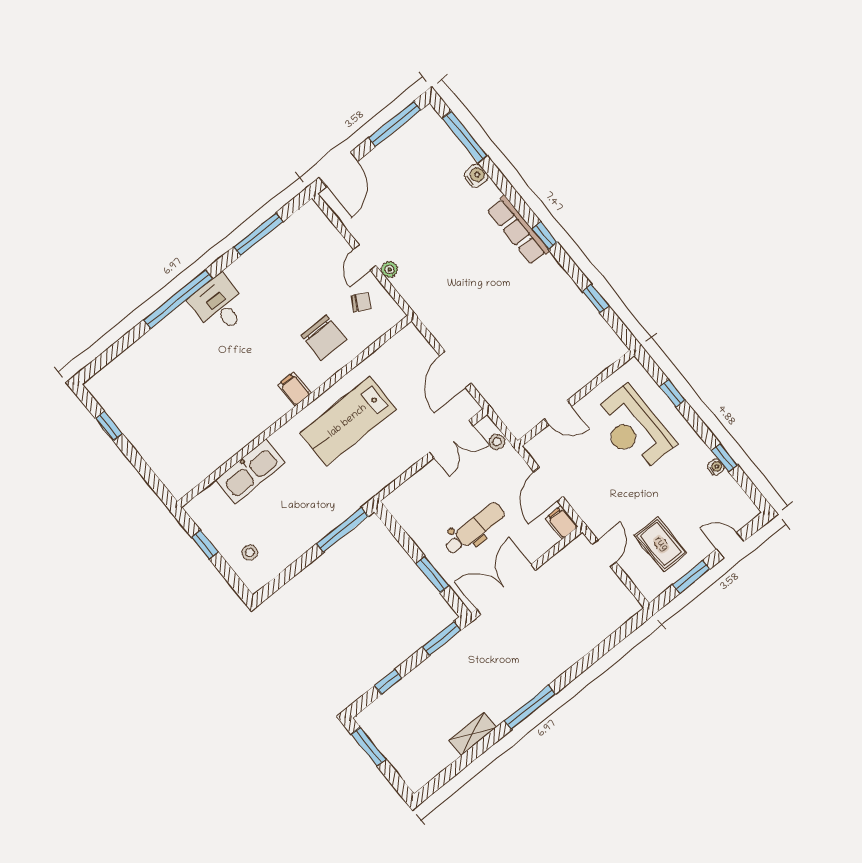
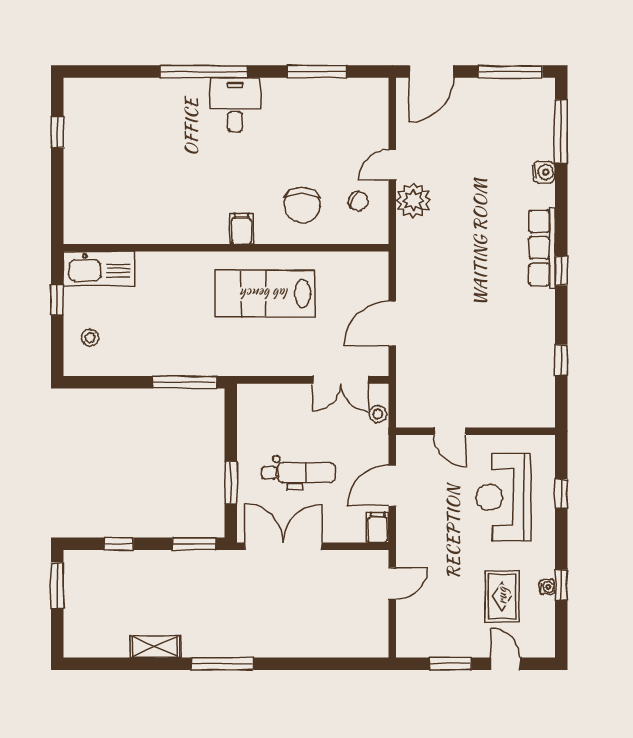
plant: (390, 269) -> (413, 200), width x1.87, depth x1.87
kitchen sink: (250, 471) -> (99, 269), moved
rug: (661, 544) -> (502, 596), moved

